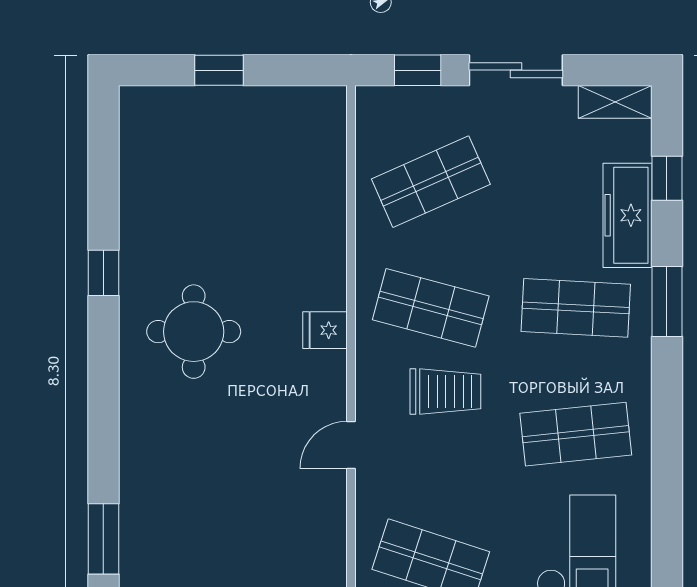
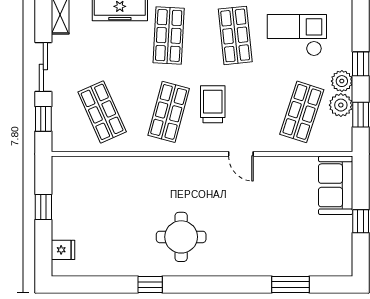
window: (219, 70) -> (43, 207), moved
fridge: (325, 330) -> (63, 250), moved, turned -90

